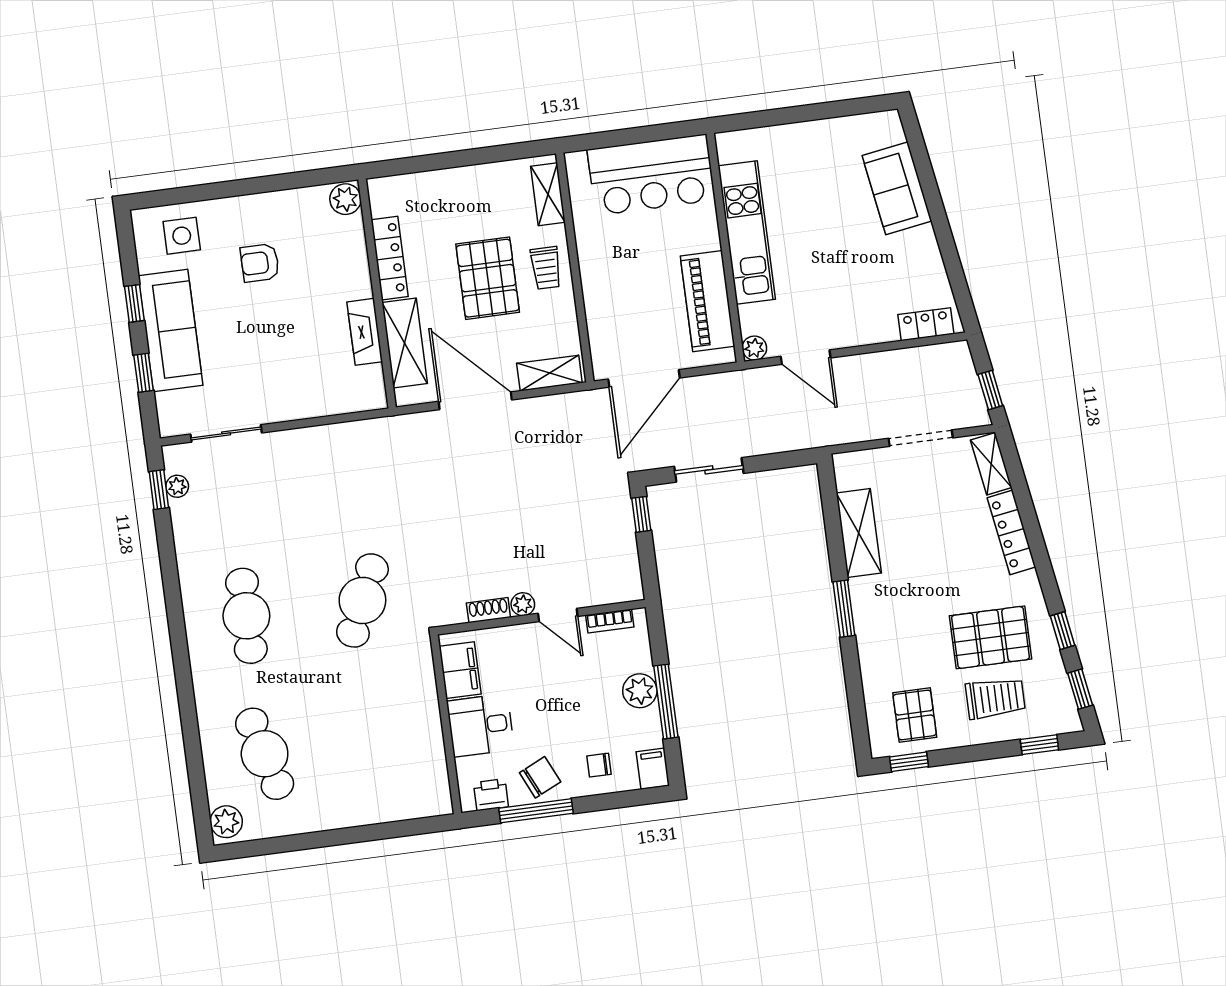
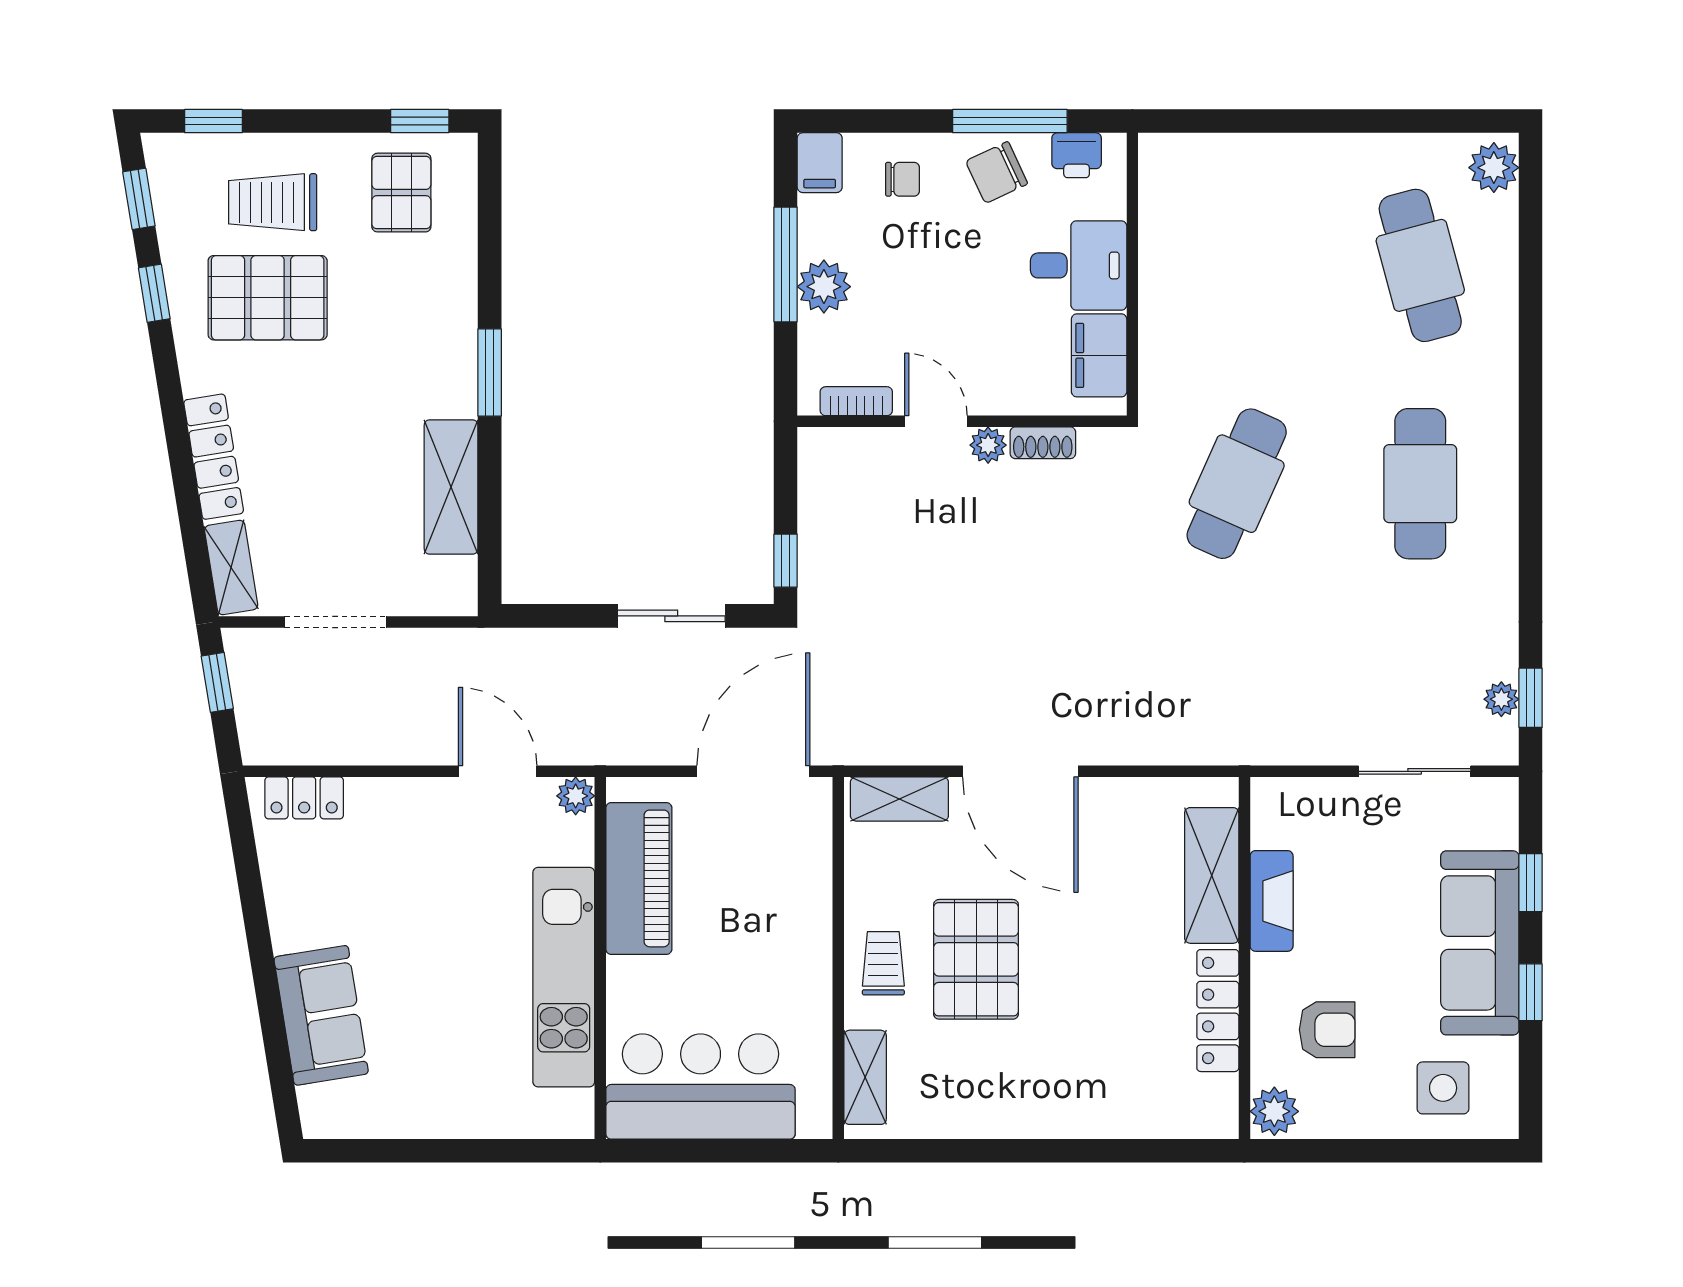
plant: (345, 199) -> (1274, 1111), moved
locker: (390, 258) -> (1218, 1011), moved
wall: (377, 294) -> (1244, 958), moved
fireplace: (365, 332) -> (1272, 901), moved
shelving: (405, 343) -> (1212, 875), moved

